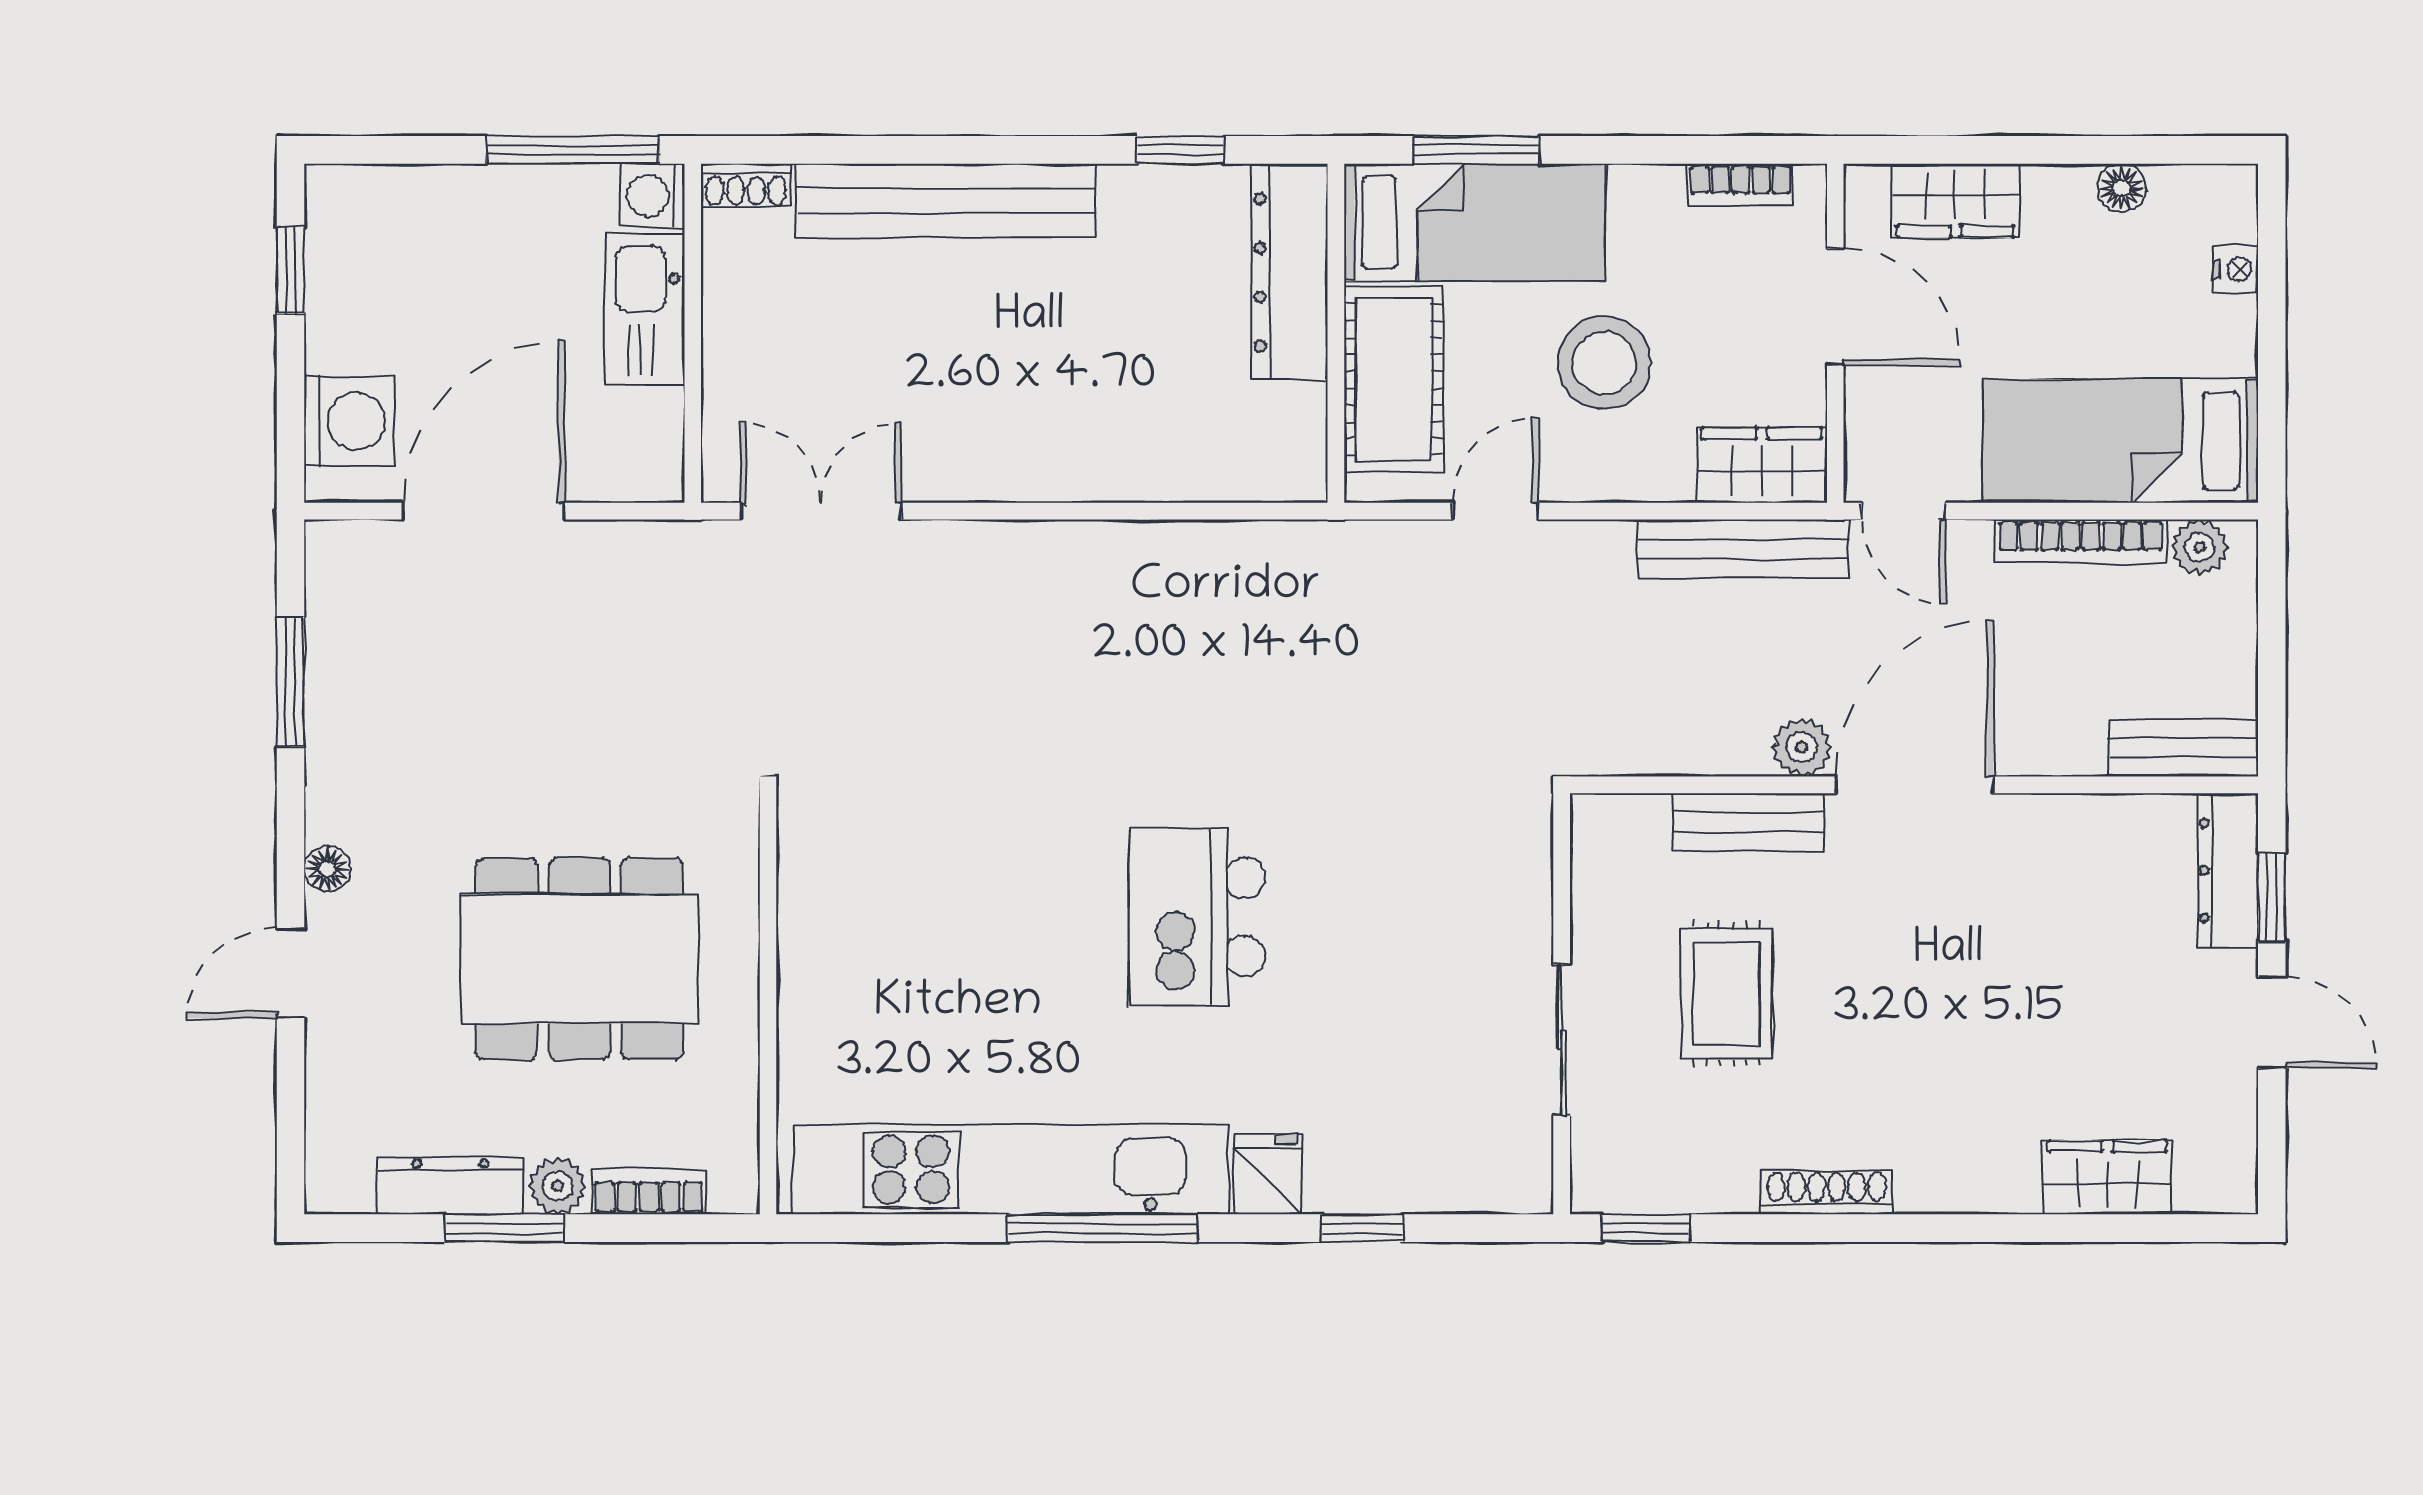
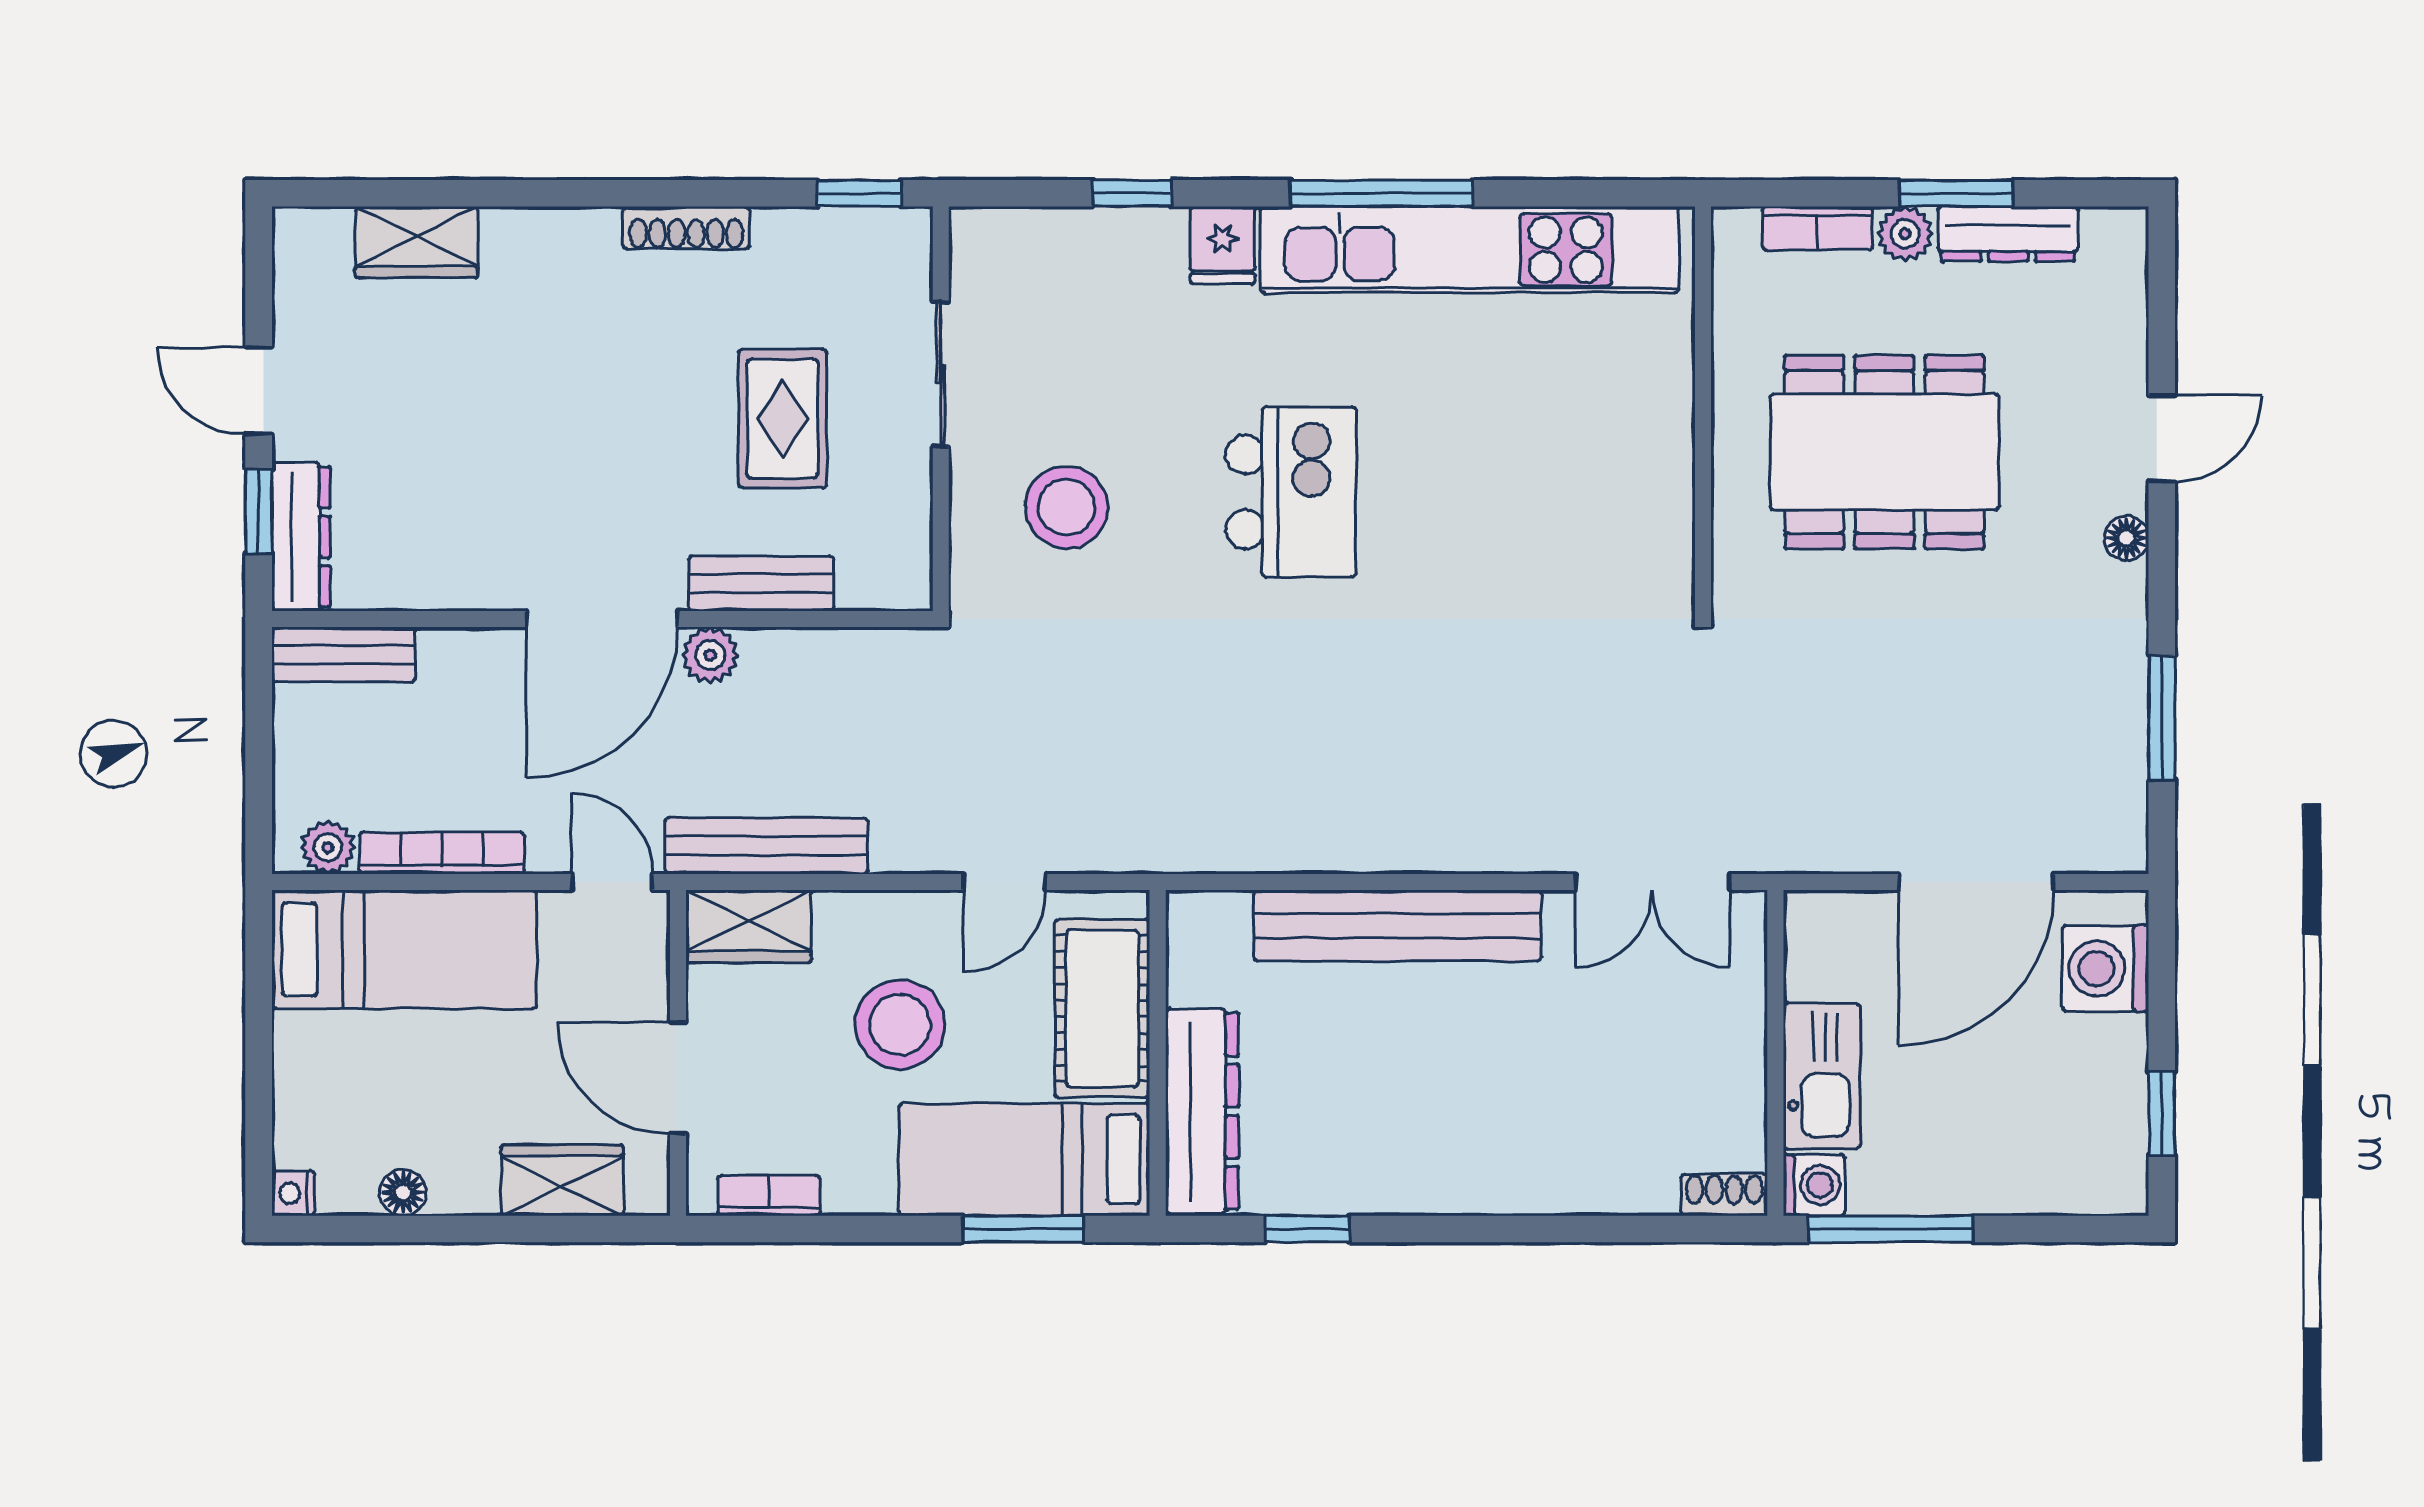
bench: (946, 201) -> (1398, 926), moved
nightstand: (2236, 269) -> (293, 1193), moved
stool: (1431, 901) -> (1066, 507), added

